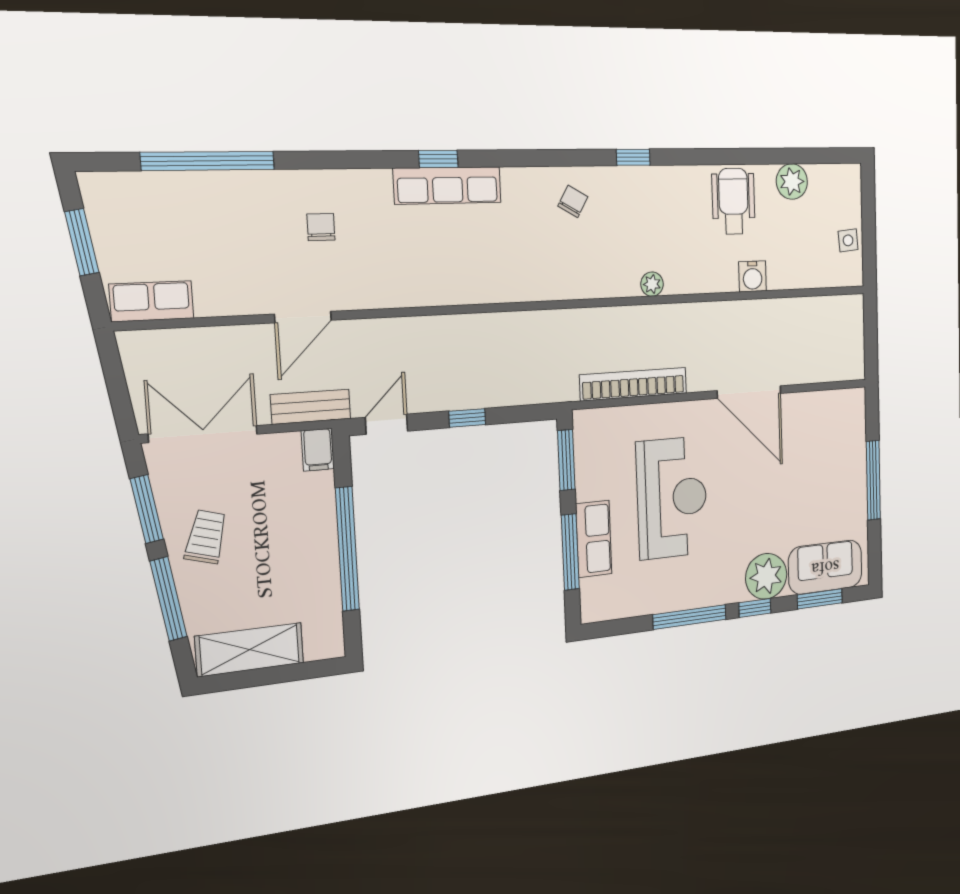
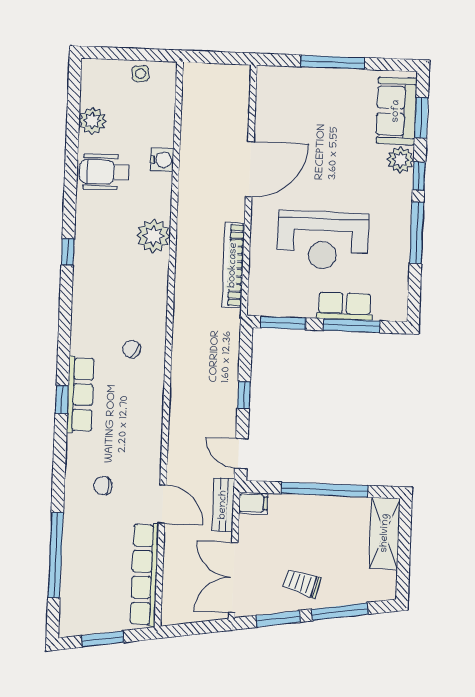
chair: (573, 201) -> (132, 349), moved
plant: (652, 284) -> (153, 236), width x1.88, depth x1.88
row of seats: (152, 301) -> (144, 574), width x2.02
reception desk: (672, 498) -> (323, 240), turned 180
plant: (766, 576) -> (401, 160), width x0.73, depth x0.73
shelving: (250, 650) -> (385, 533), moved

